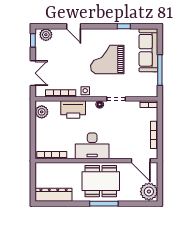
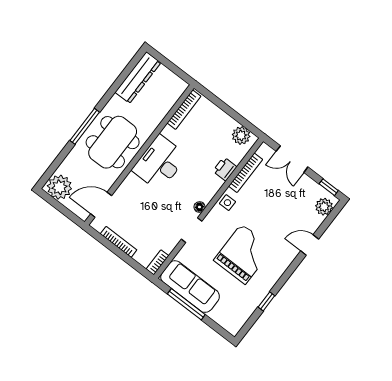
sofa: (148, 50) -> (190, 287), moved
printer: (73, 109) -> (225, 169), width x0.53, depth x0.68

